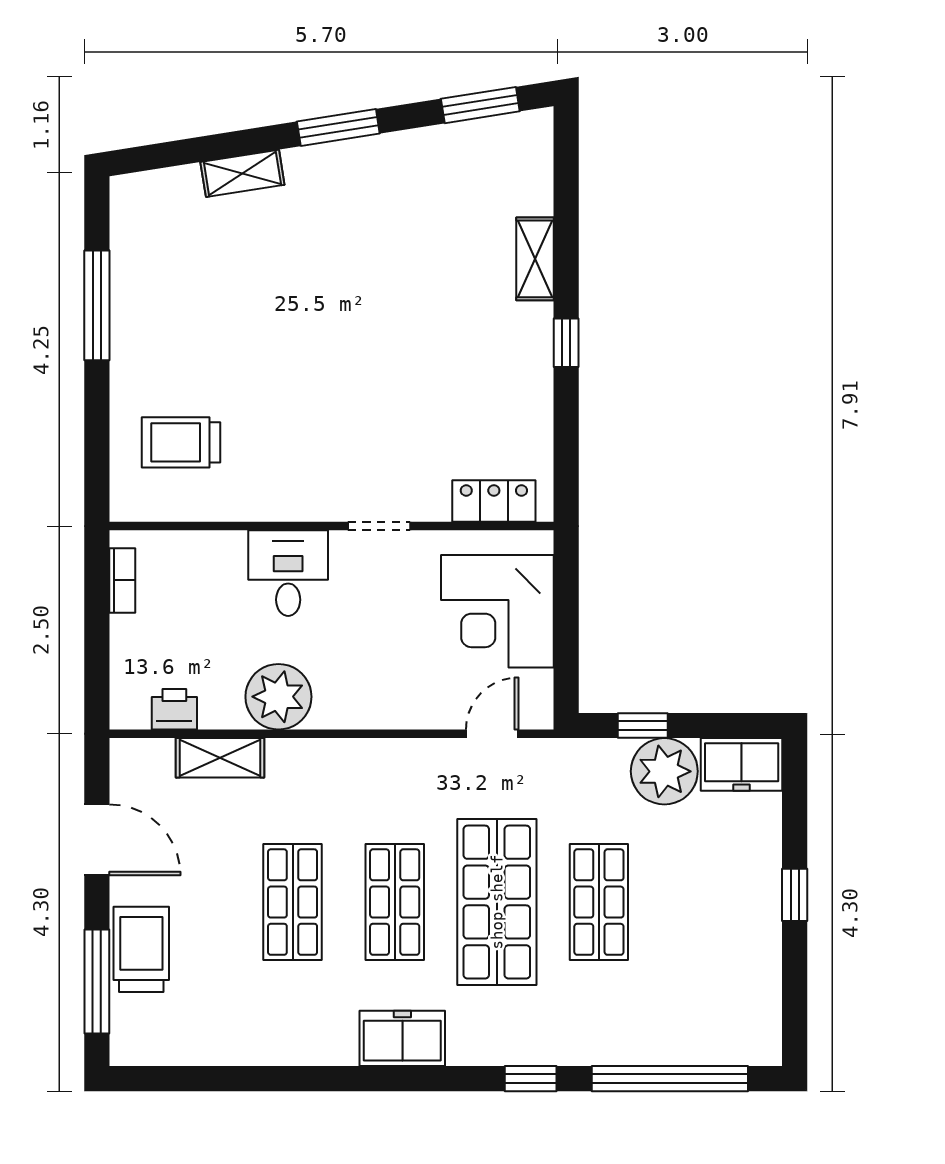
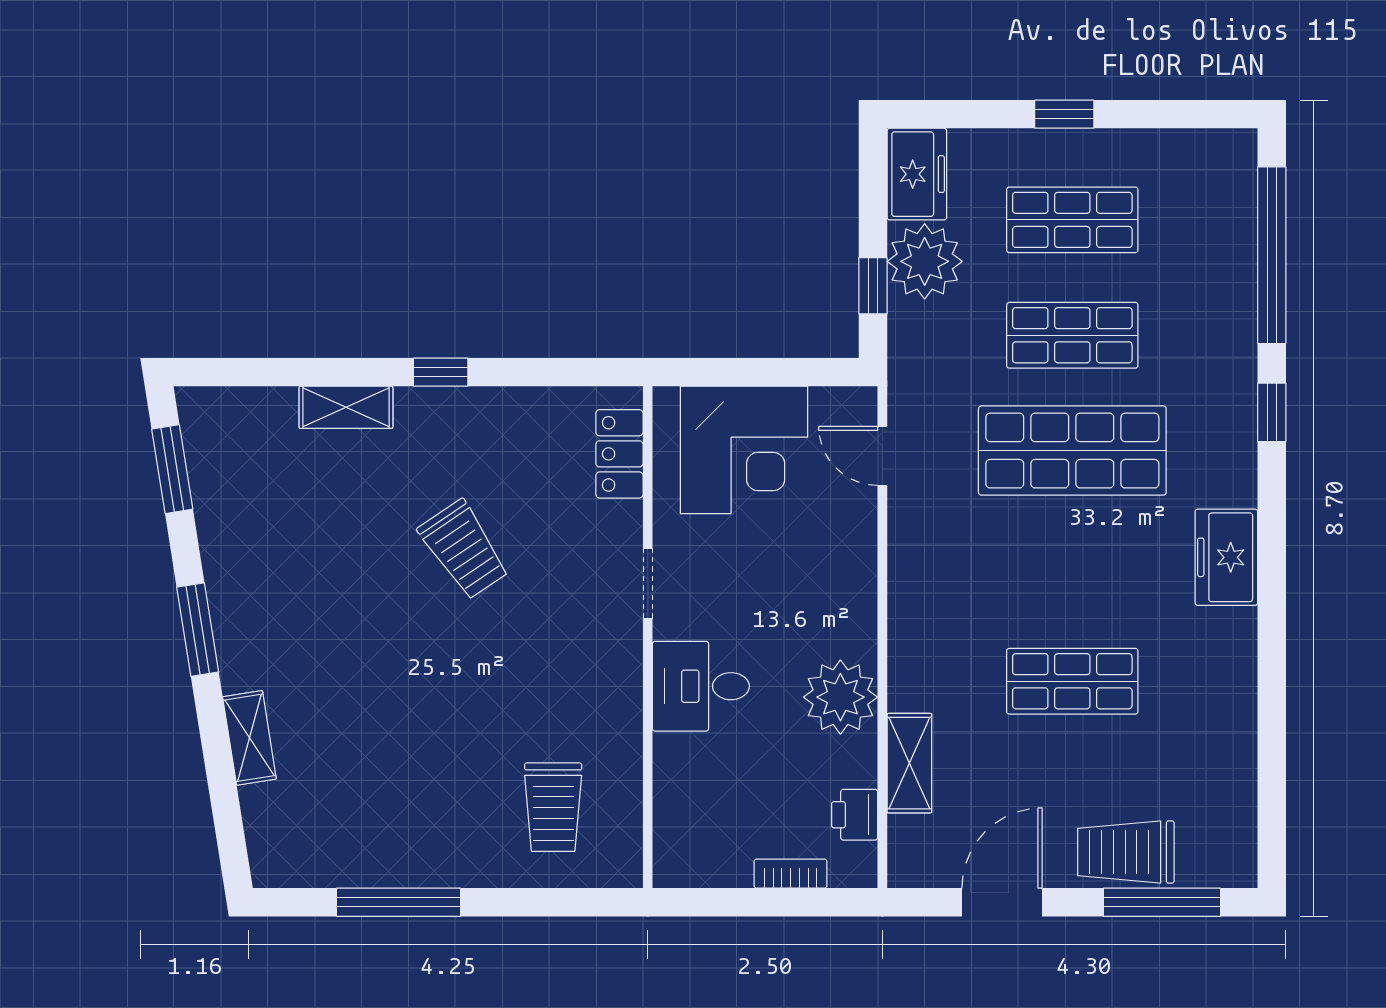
trolley: (409, 363) -> (464, 550), added
bookcase: (122, 580) -> (791, 874), moved
shop shelf: (395, 902) -> (1072, 220), moved

